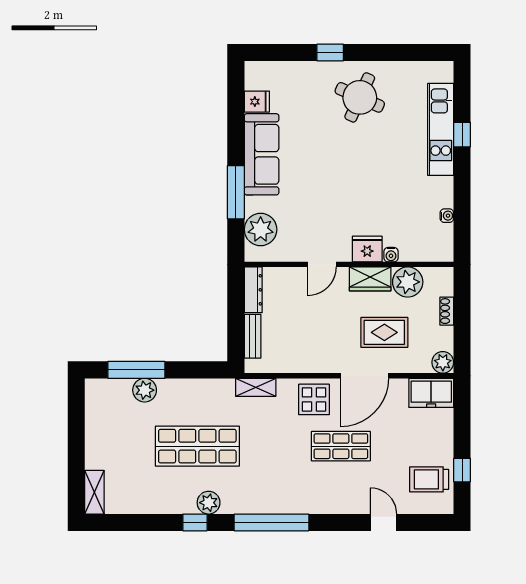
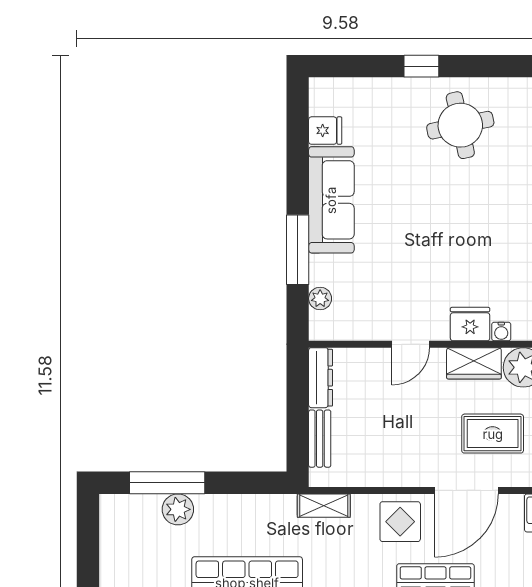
round table: (360, 97) -> (460, 125), turned -36
plant: (261, 229) -> (320, 299), width x0.53, depth x0.53

